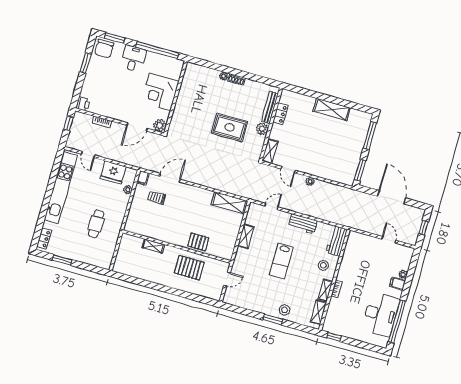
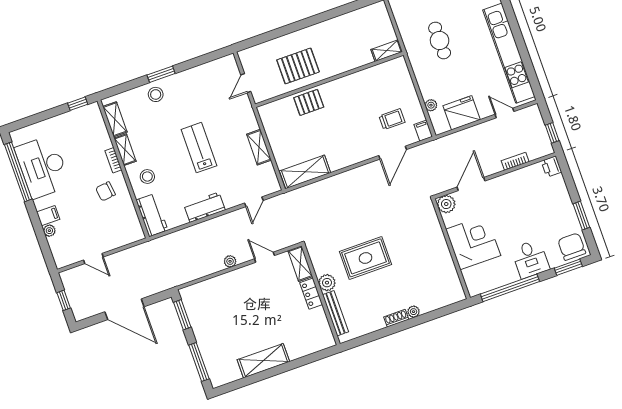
locker: (280, 114) -> (311, 294), moved
shelving: (153, 246) -> (387, 51), moved
chair: (354, 274) -> (105, 191), added

